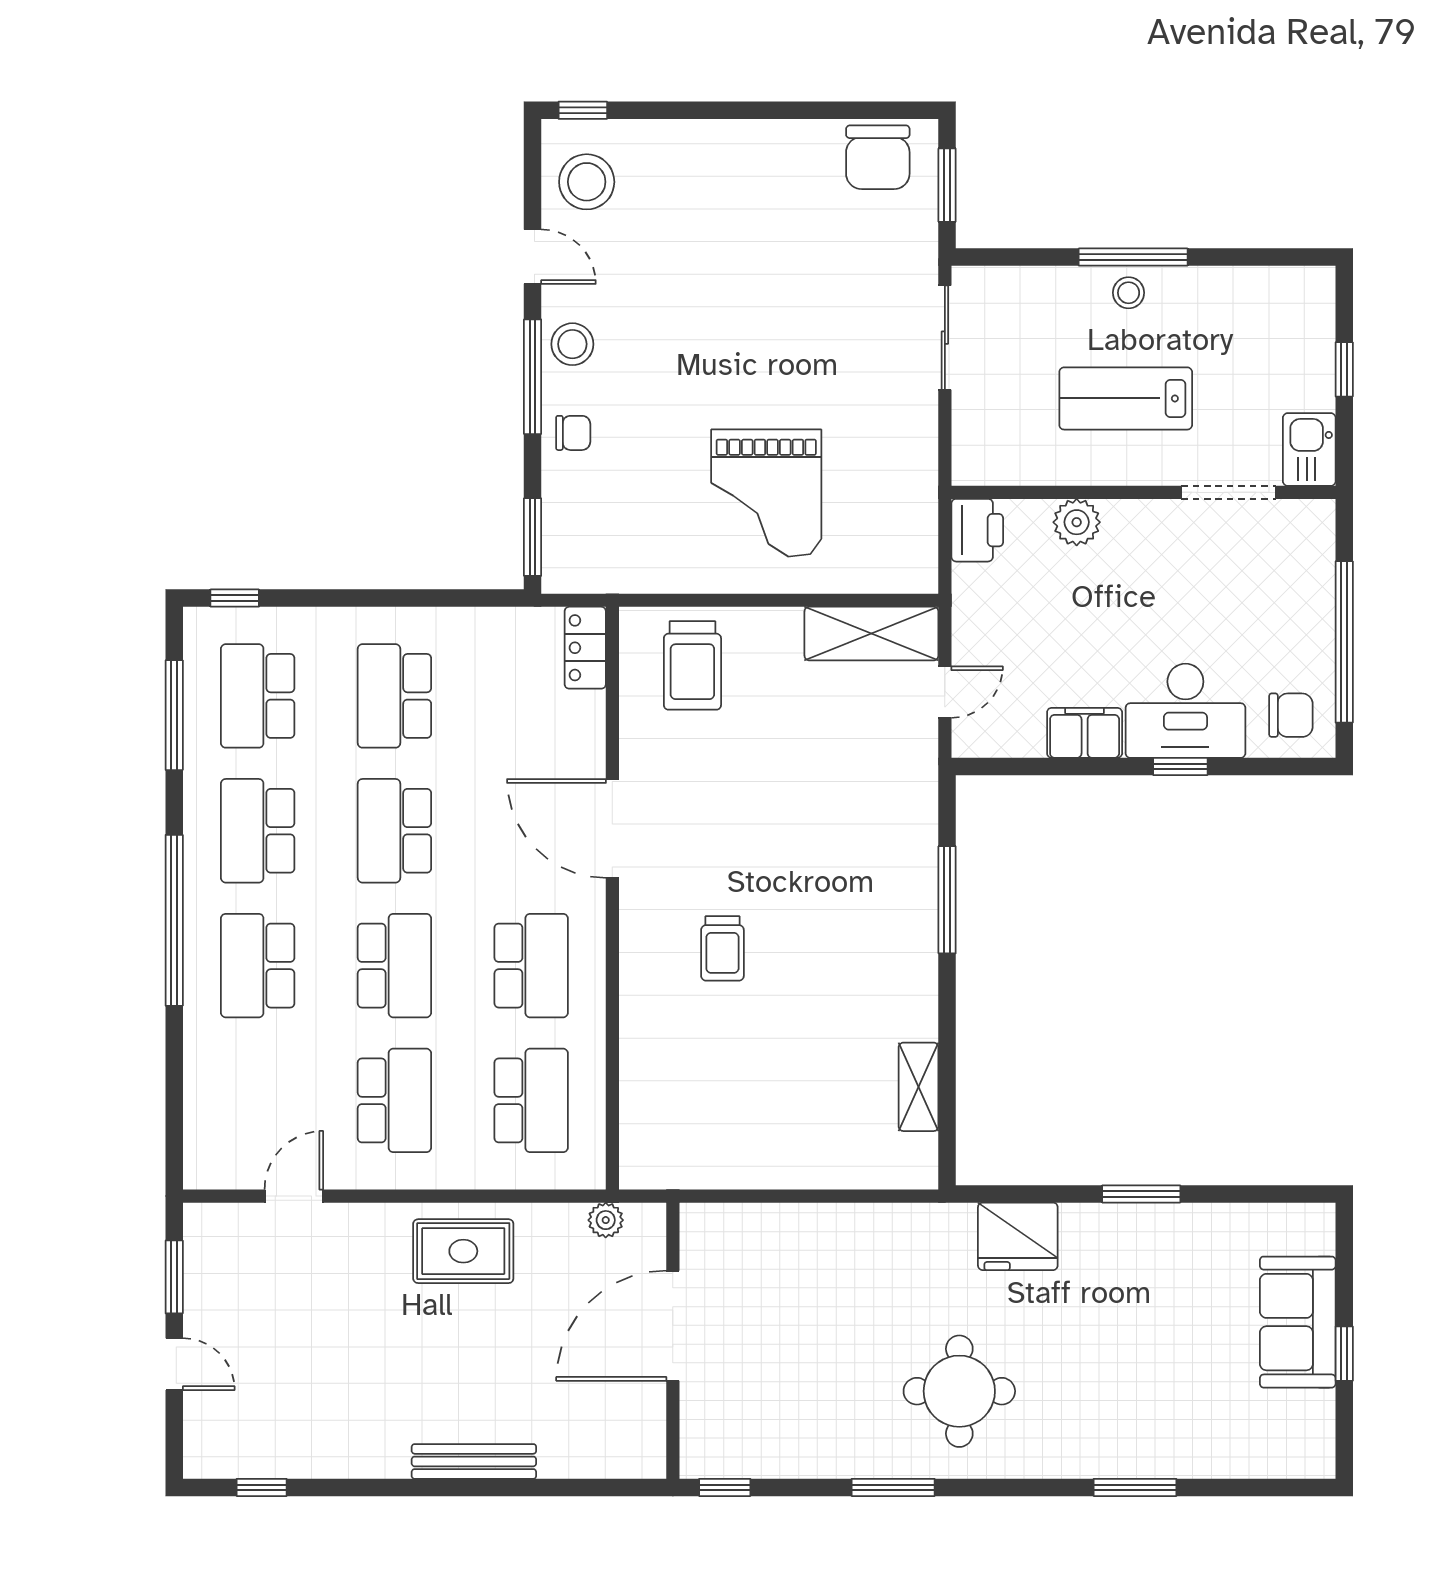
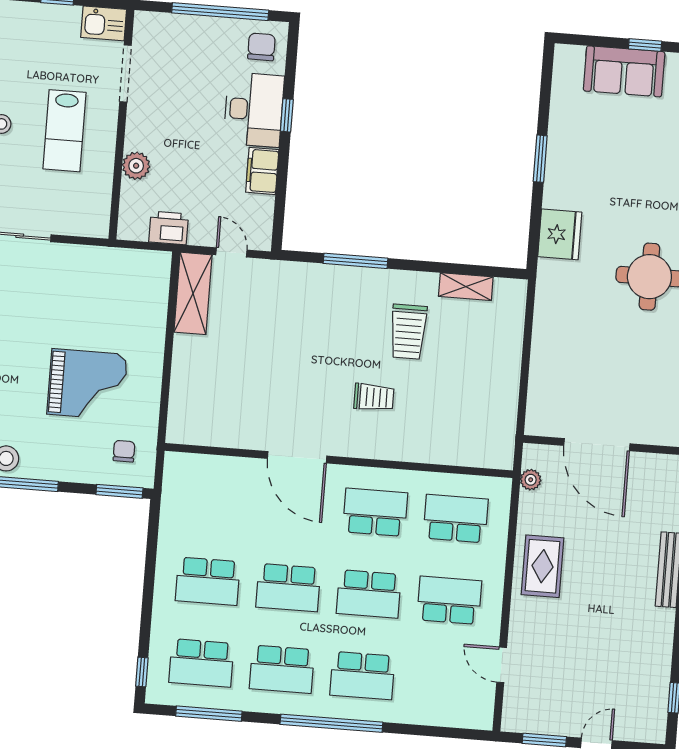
chair: (573, 433) -> (124, 451), moved
grand piano: (766, 493) -> (87, 384), moved
printer: (977, 530) -> (169, 228), moved
locker: (585, 648) -> (188, 465), removed
trolley: (692, 665) -> (408, 332), moved, turned 90
door: (612, 829) -> (297, 457), hinge flipped
school desk: (394, 966) -> (369, 594), turned 180

